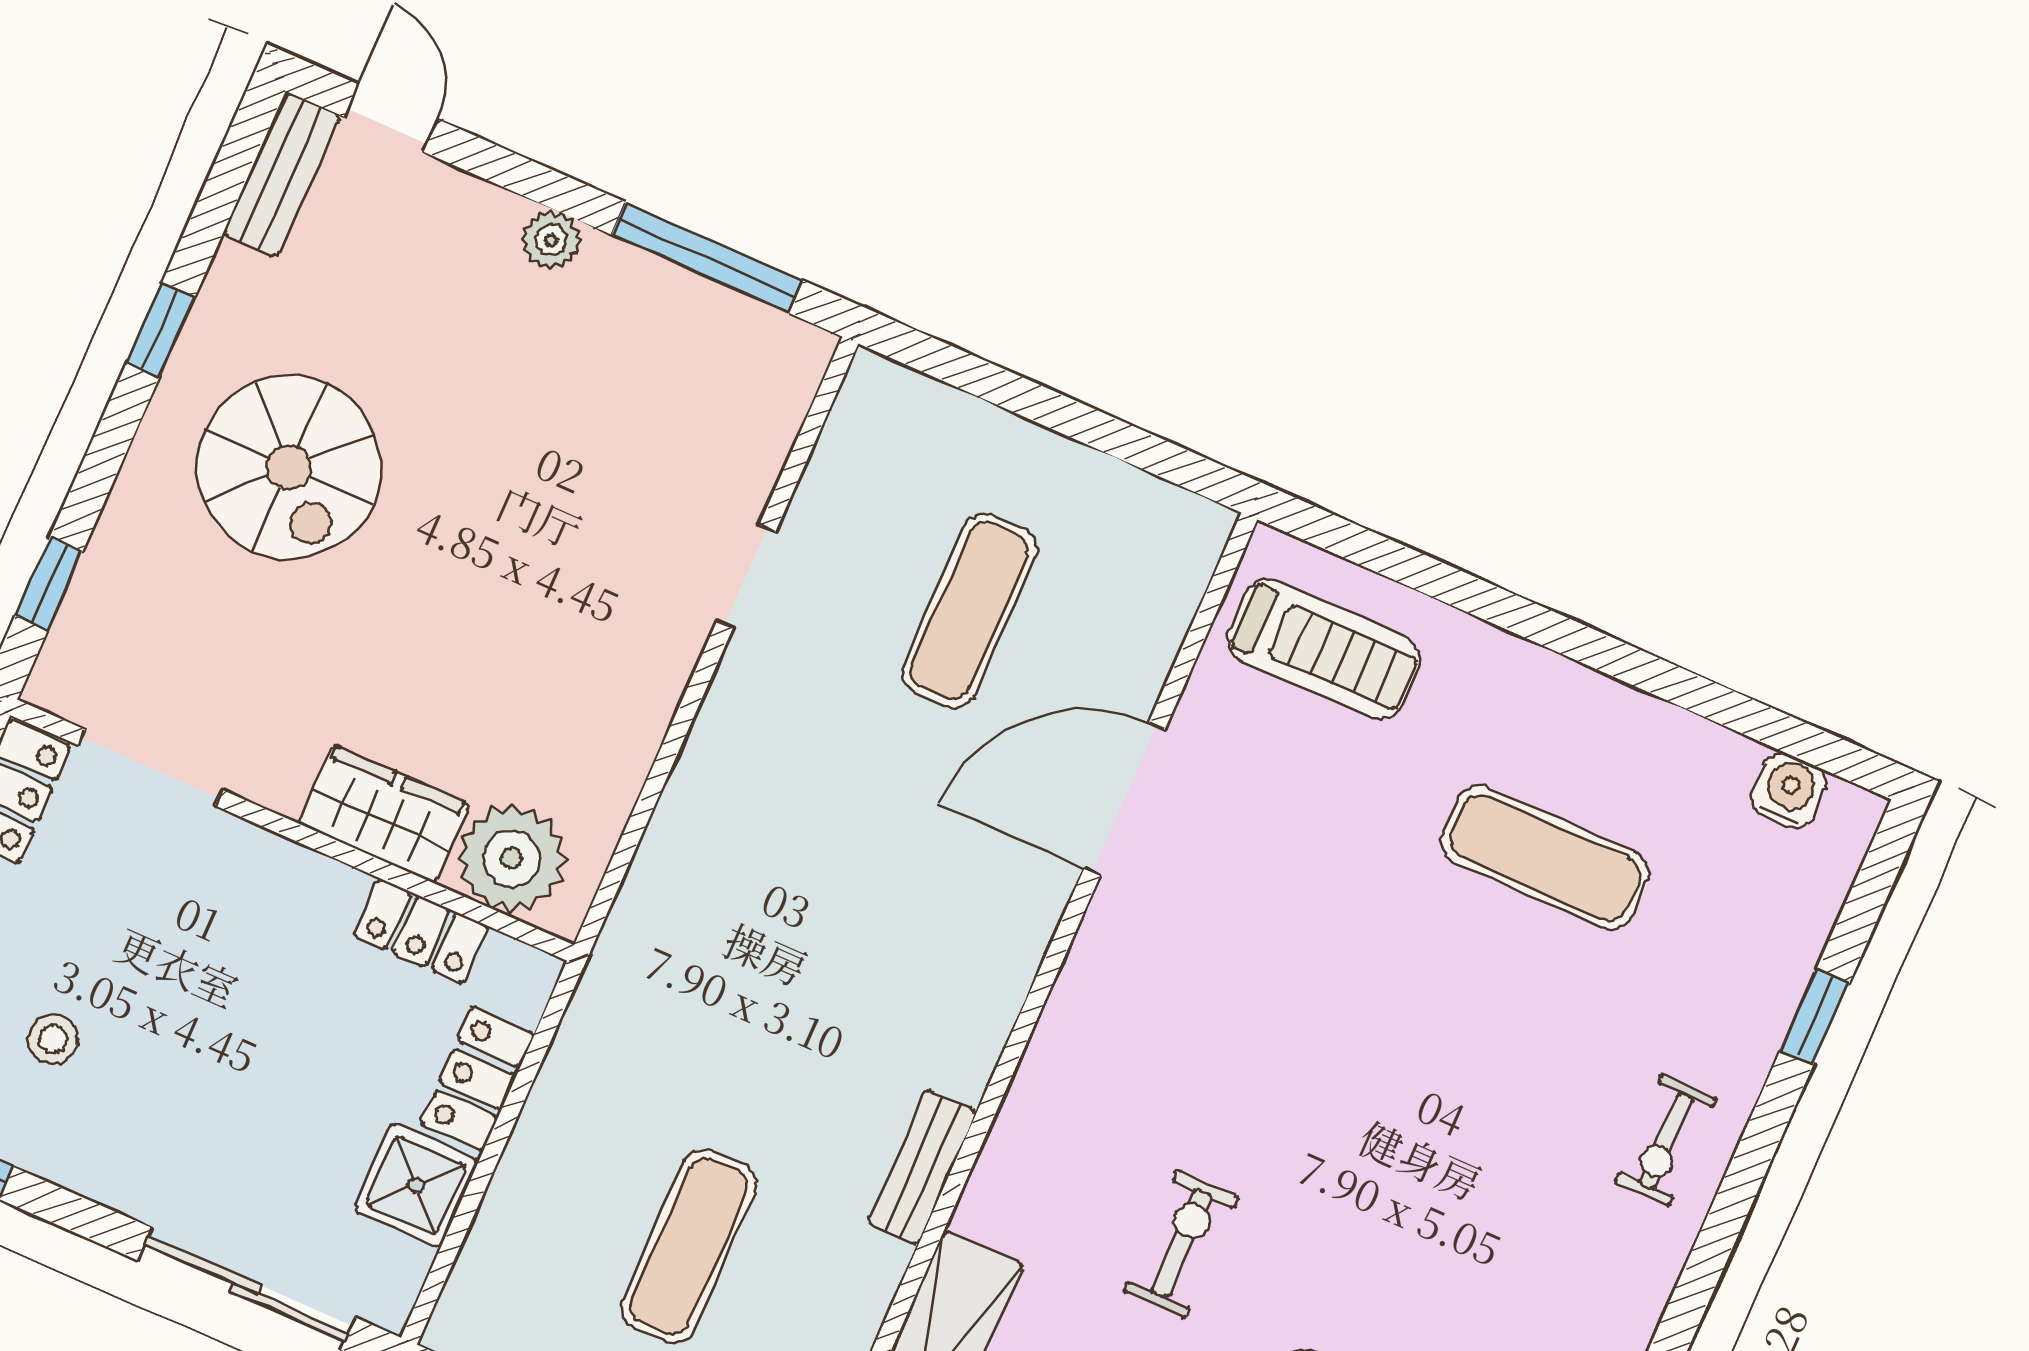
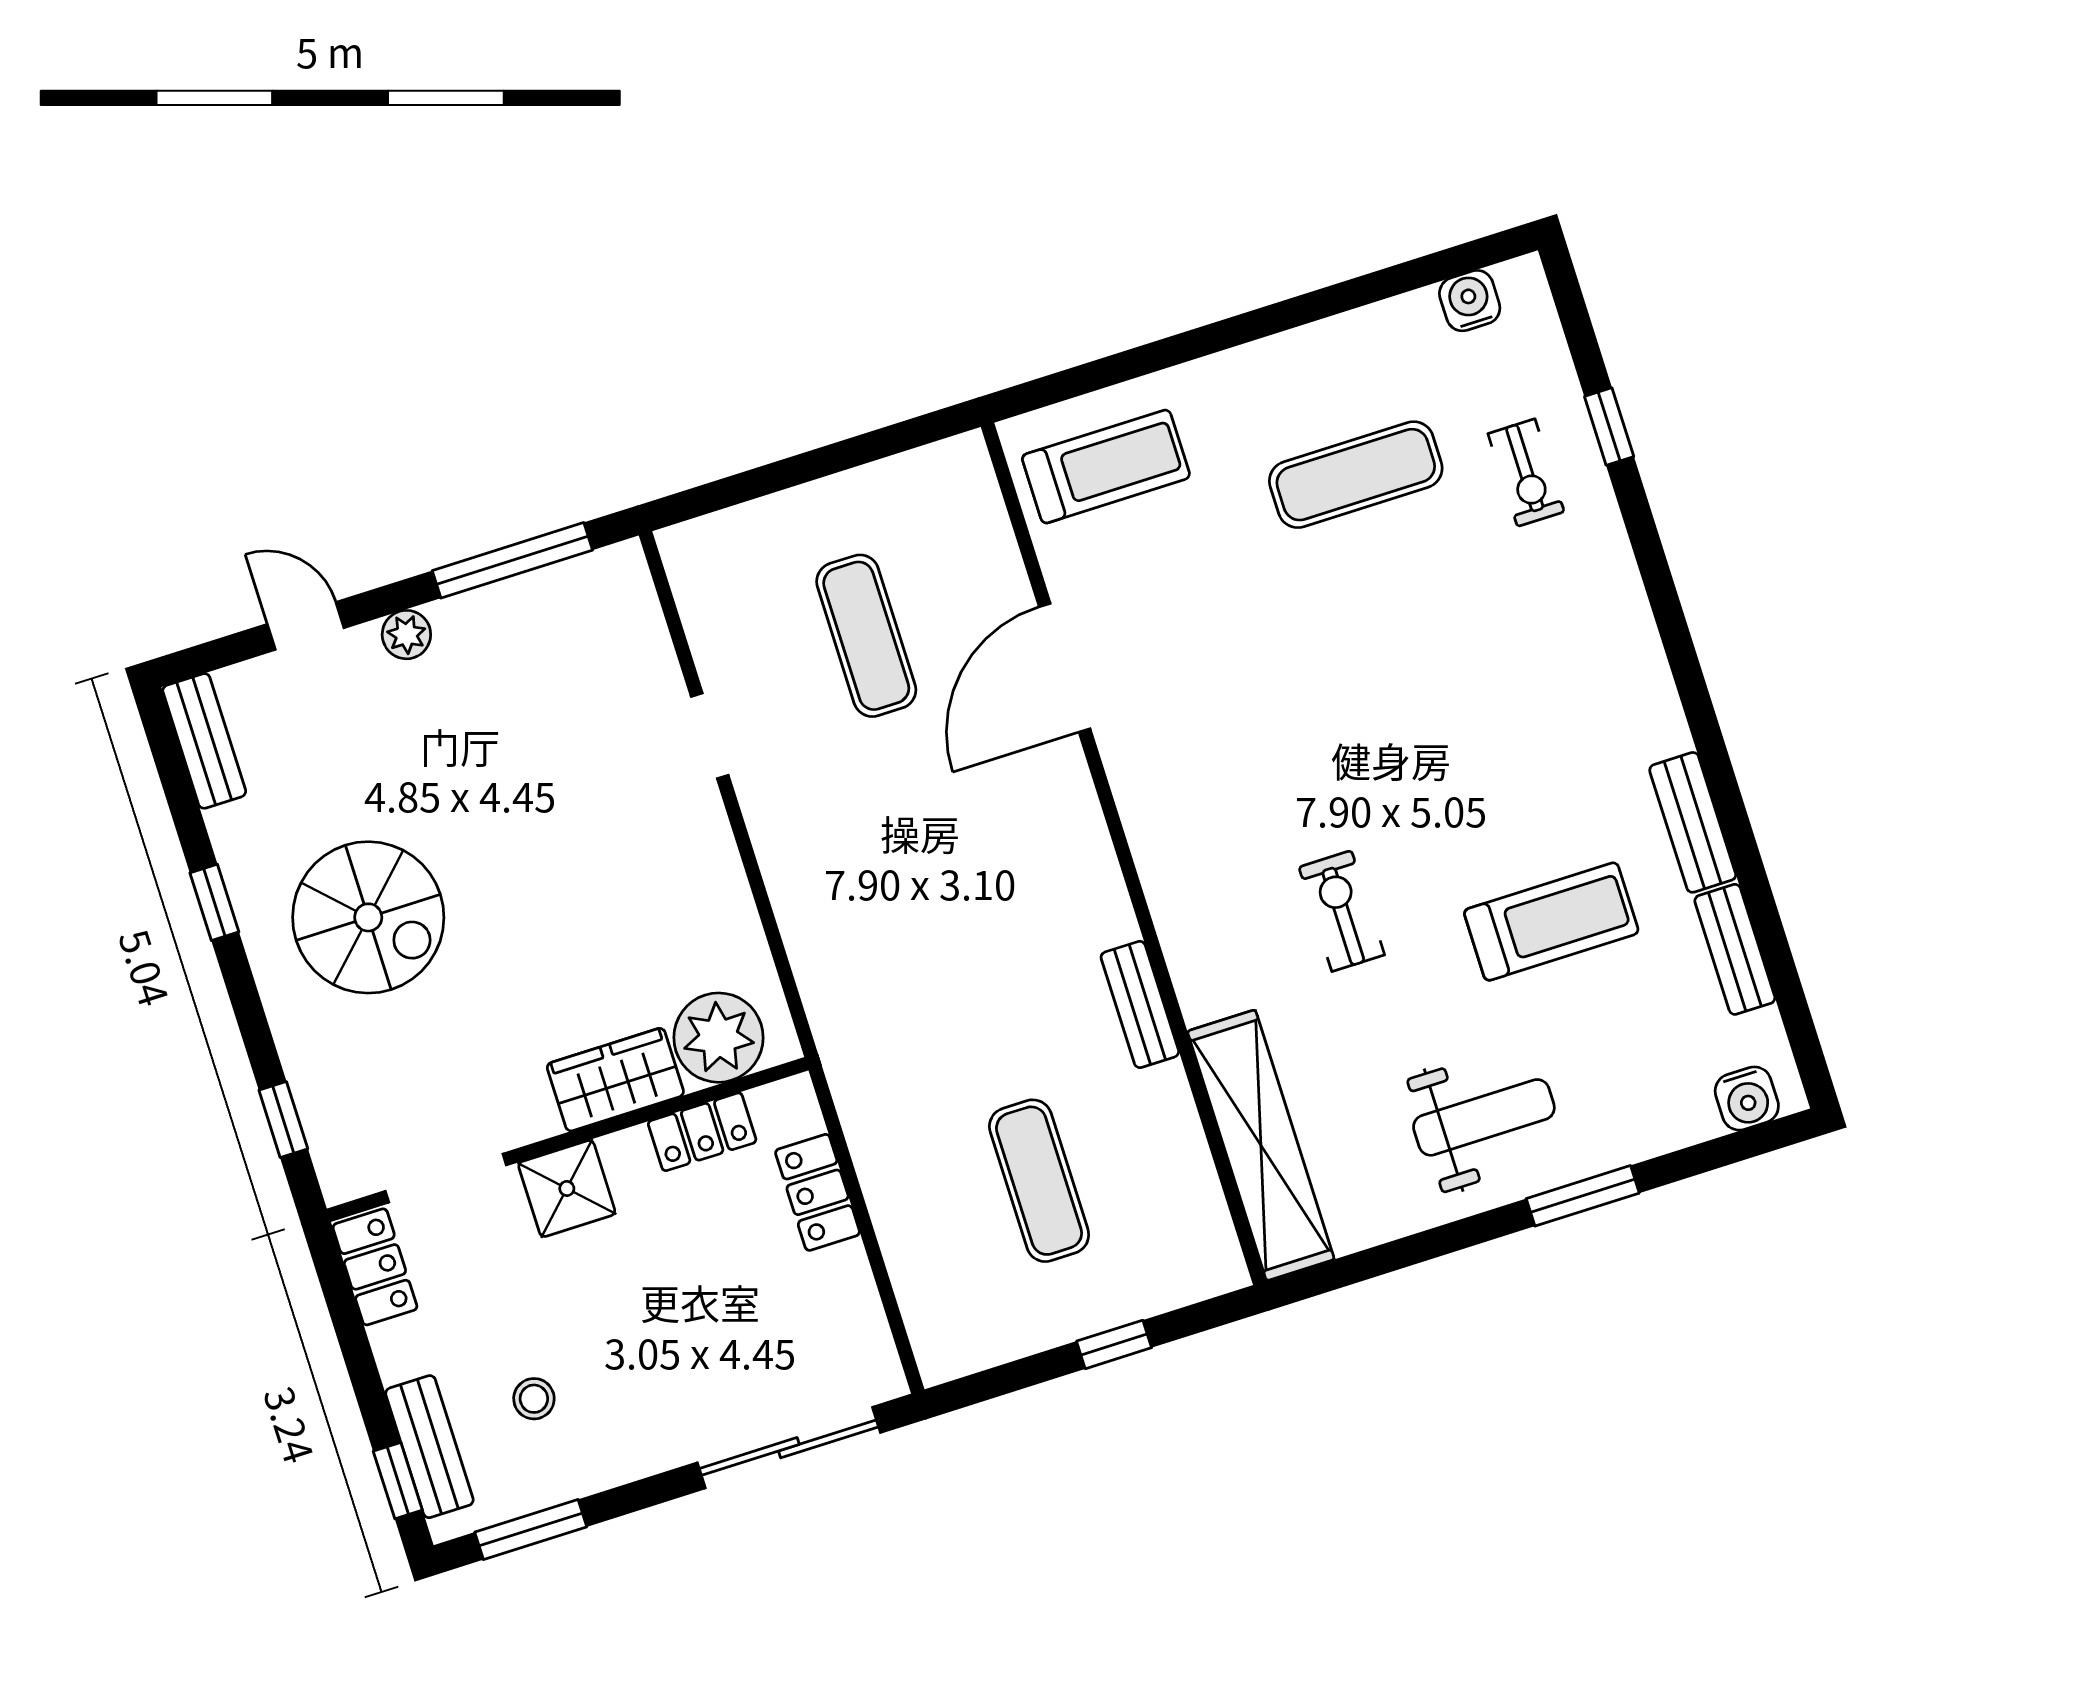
door: (391, 118) -> (306, 626), moved
exercise bike: (1666, 1141) -> (1526, 473), moved
shower: (416, 1185) -> (567, 1188), moved

